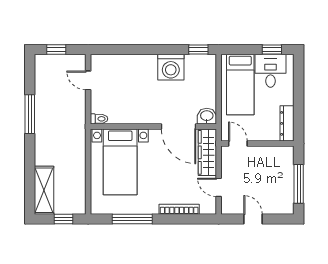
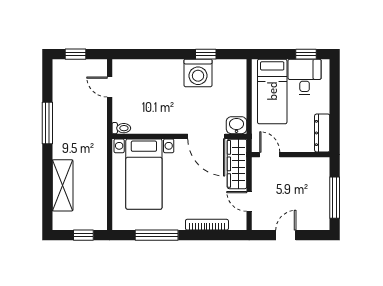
window: (198, 50) -> (206, 54), moved
shelving: (44, 190) -> (63, 185), moved
door: (253, 219) -> (286, 235), hinge flipped

